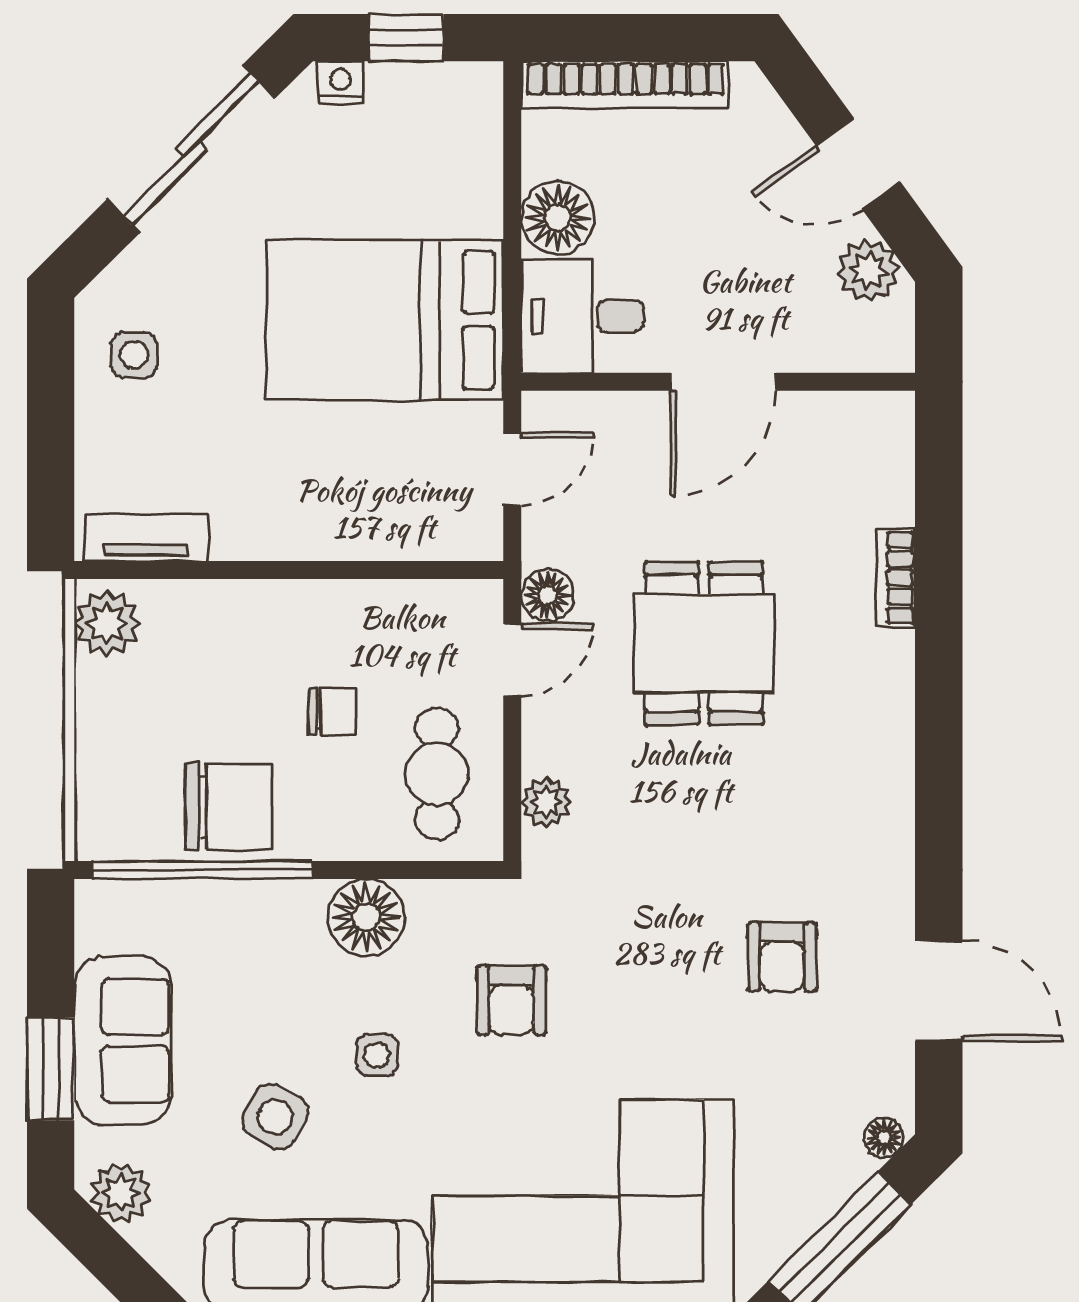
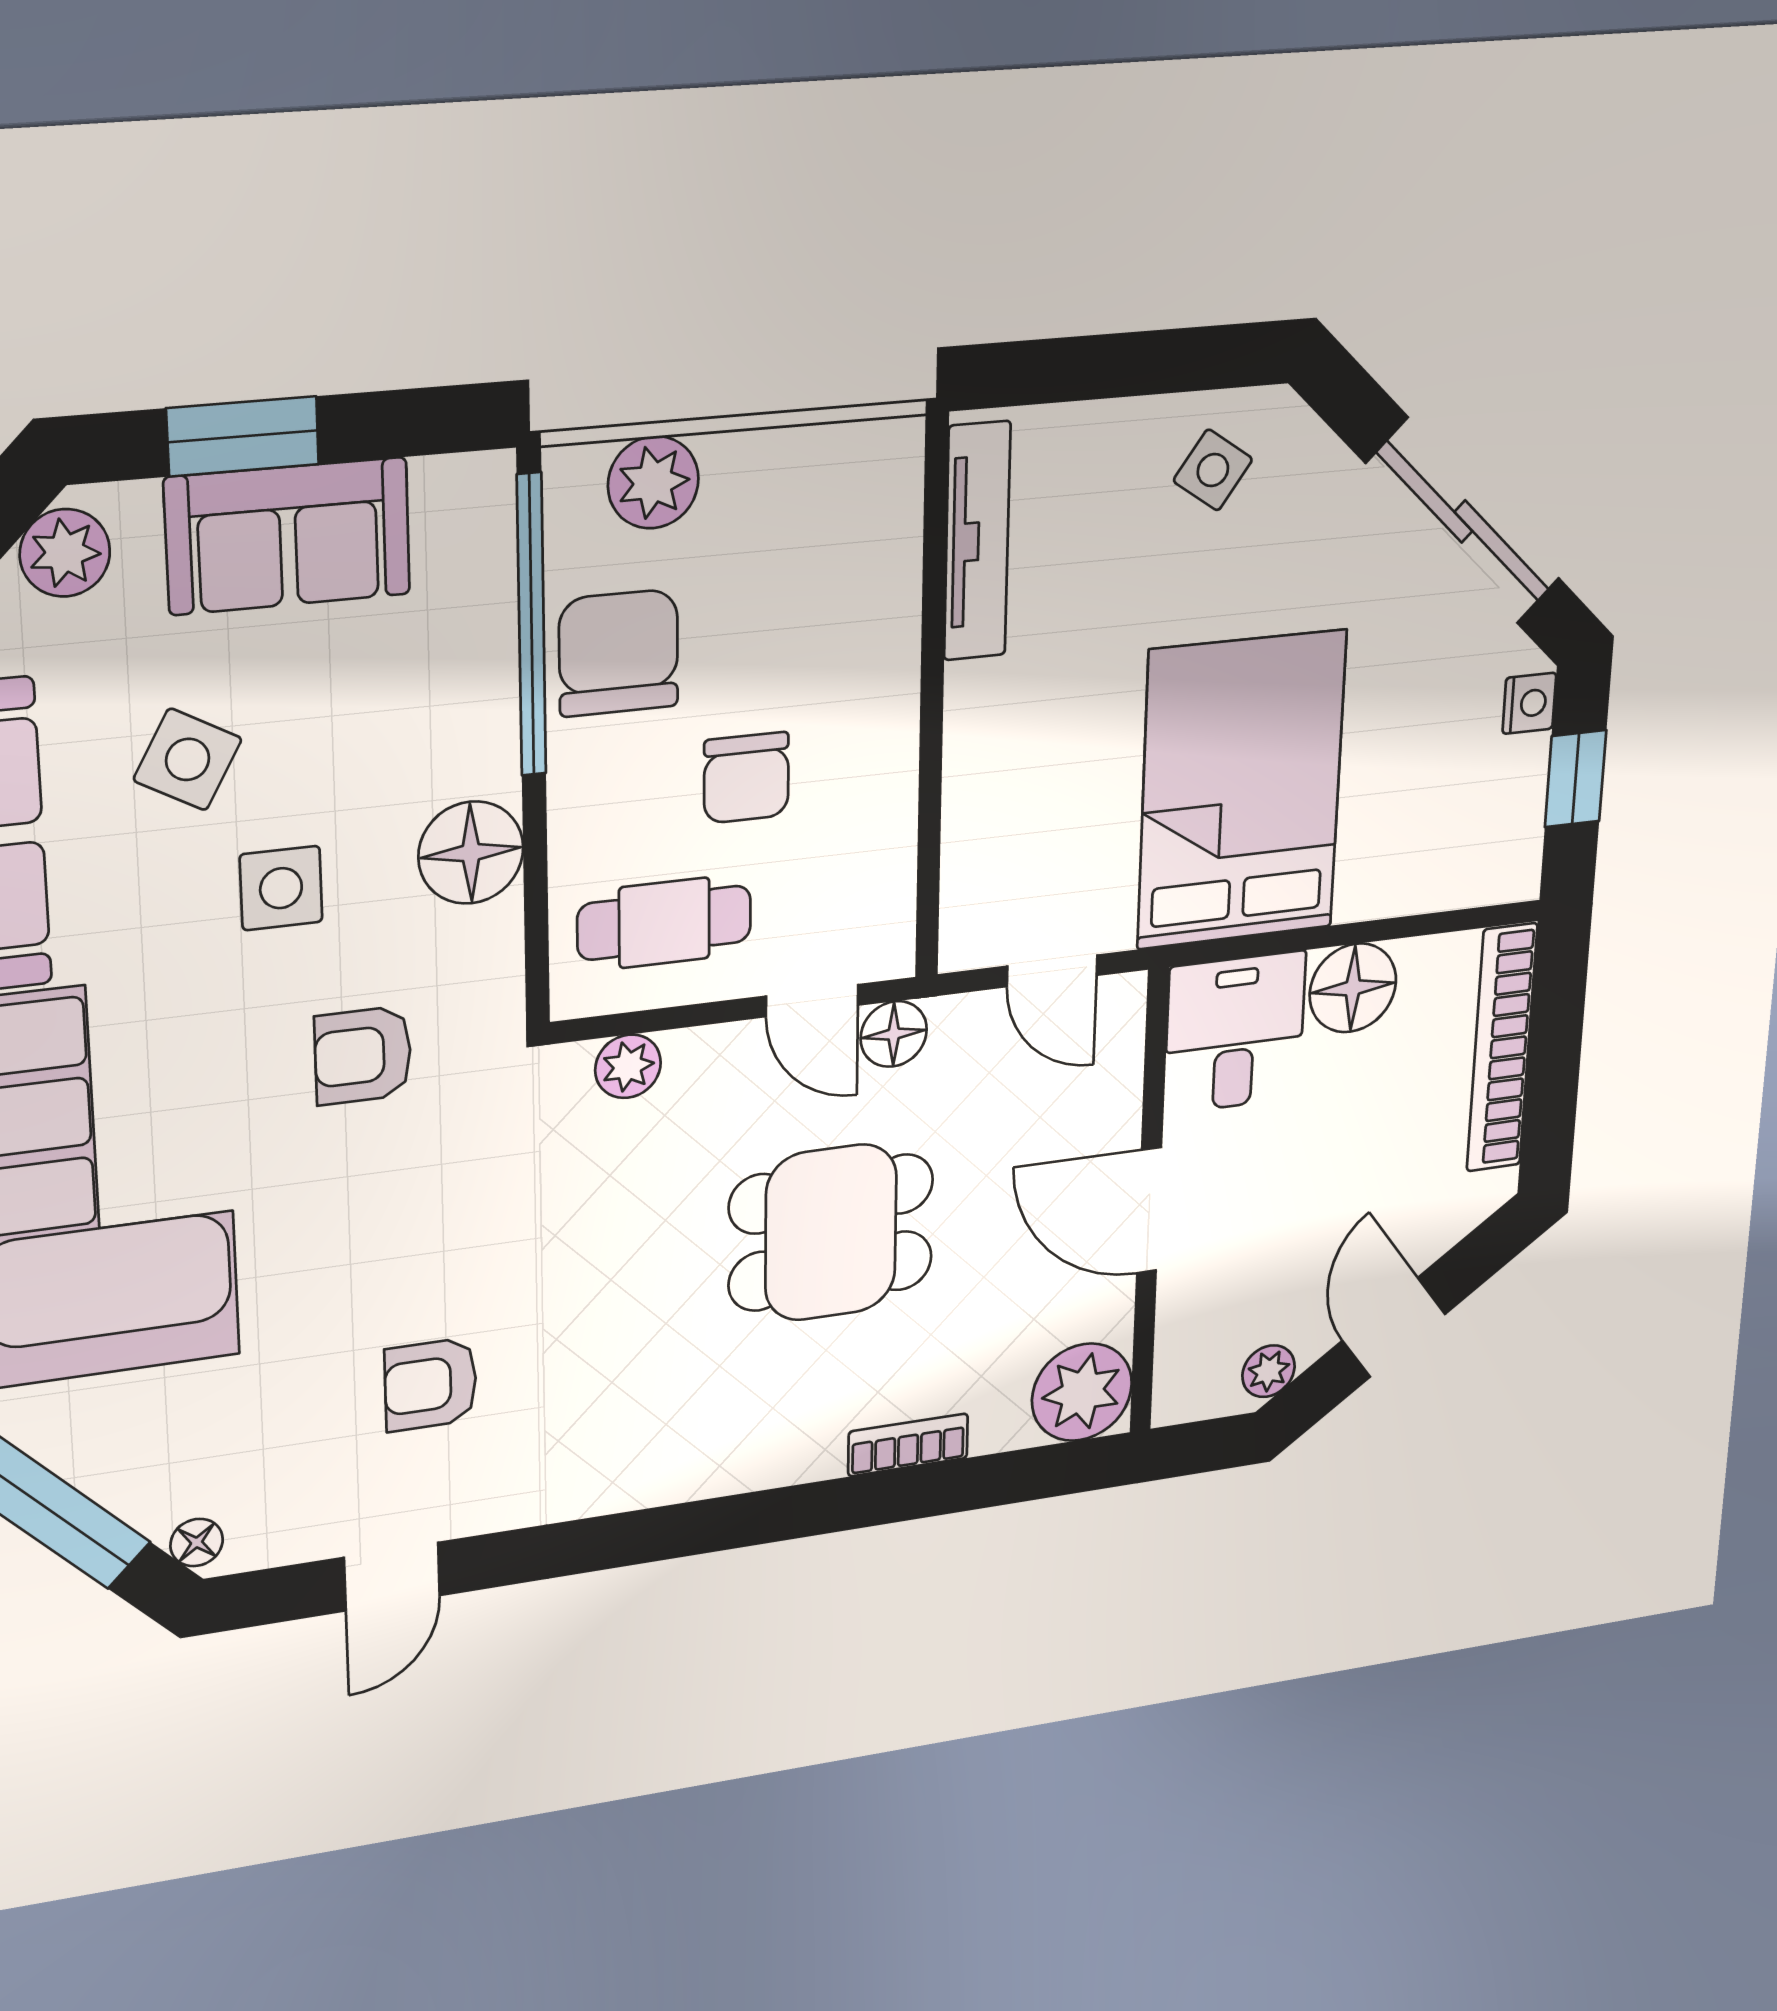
plant: (868, 270) -> (1269, 1371), width x0.73, depth x0.73
side table: (134, 355) -> (1213, 470), turned 35
plant: (873, 433) -> (1082, 1392), added
tv unit: (146, 538) -> (977, 541), width x1.41
plant: (107, 623) -> (653, 482), moved
chair: (332, 712) -> (746, 778), width x1.37, depth x1.37
chair: (229, 807) -> (619, 653), turned 180
door: (939, 991) -> (392, 1577), width x0.73
side table: (377, 1055) -> (281, 888), width x1.37, depth x1.37

